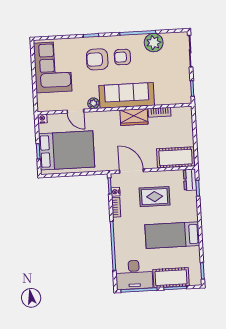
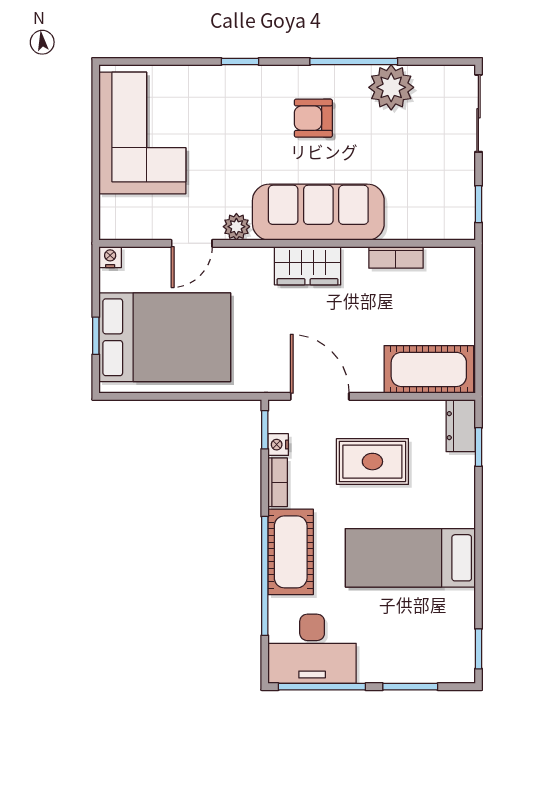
armchair: (97, 59) -> (252, 120), removed
door: (75, 111) -> (192, 243), hinge flipped
wardrobe: (134, 117) -> (308, 266), moved
cot: (171, 278) -> (291, 552), moved, turned 90

